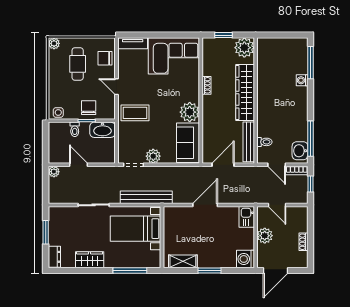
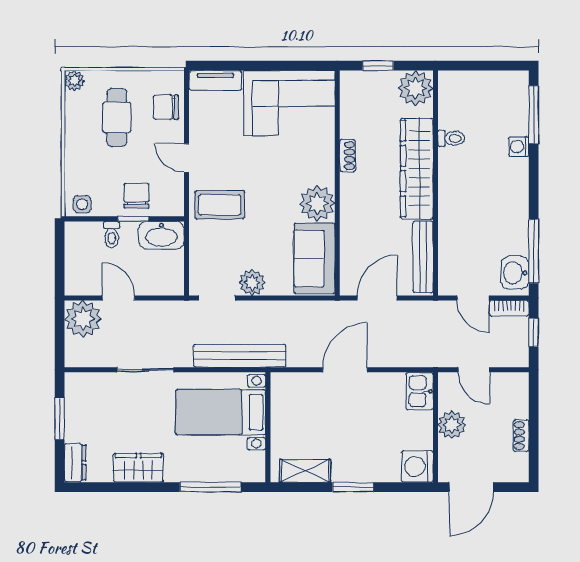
toilet: (264, 142) -> (451, 138), moved
plant: (54, 172) -> (83, 319), width x1.88, depth x1.88

